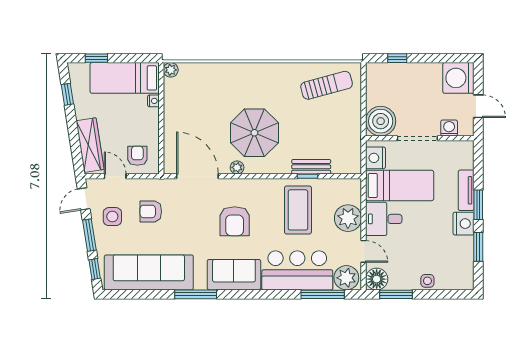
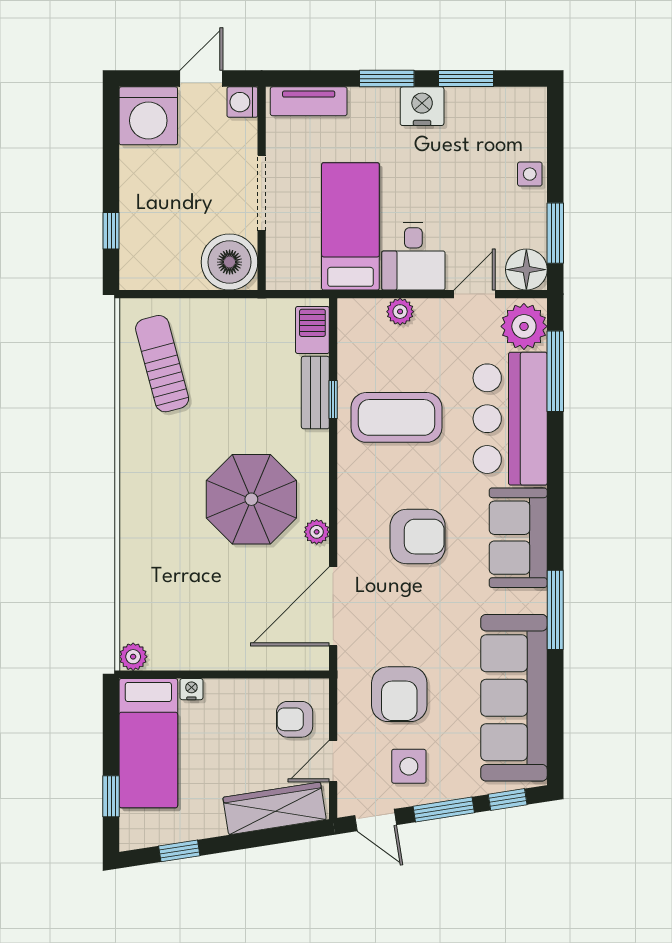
washing machine: (449, 128) -> (242, 102), moved
nightstand: (375, 158) -> (299, 272), removed
barbecue: (344, 165) -> (312, 330), added
tv unit: (466, 190) -> (309, 101), moved
armchair: (151, 211) -> (399, 694), width x1.38, depth x1.38
plant: (348, 218) -> (400, 312), width x0.53, depth x0.53

